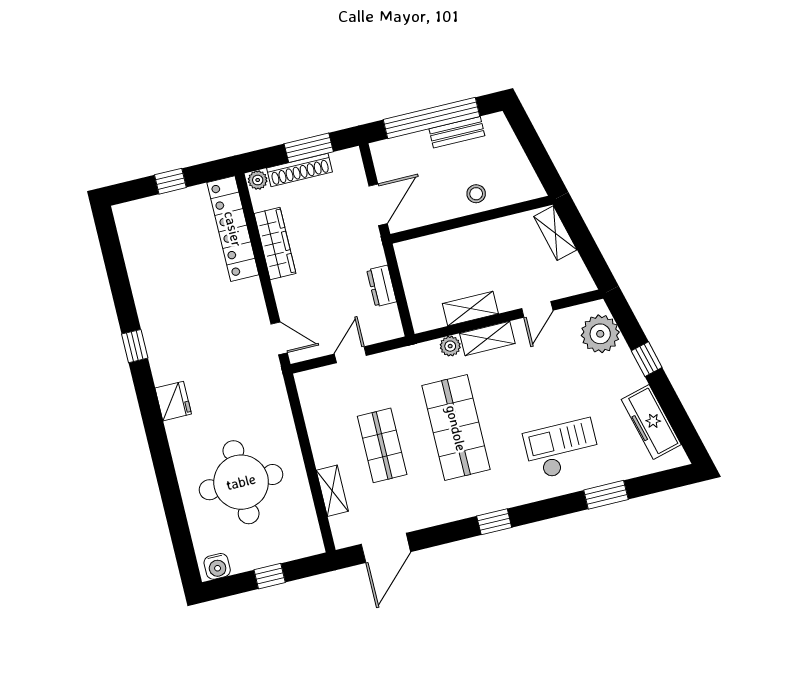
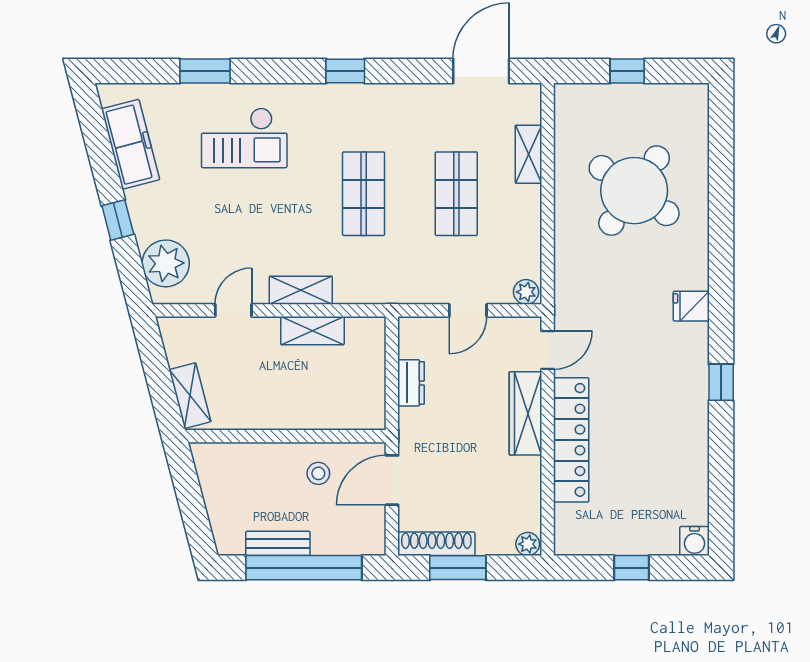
shoe rack: (300, 170) -> (436, 544), moved
stool: (476, 194) -> (318, 473), moved
locker: (233, 229) -> (571, 440), moved
wardrobe: (275, 243) -> (525, 413), moved
door: (279, 338) -> (548, 350), swing flipped
plant: (450, 346) -> (526, 292), moved
fridge: (173, 401) -> (691, 306), width x0.72
shop shelf: (456, 428) -> (364, 194), width x0.70, depth x0.74
round table: (241, 482) -> (634, 191), turned 35
water cooler: (217, 566) -> (695, 541), moved, turned 180

